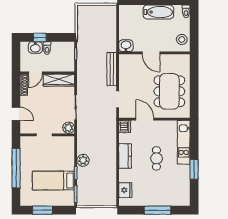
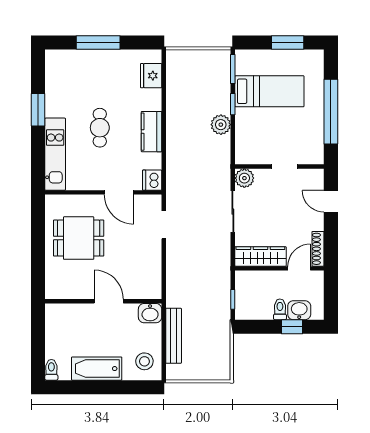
stool: (182, 39) -> (144, 361), moved
bench: (112, 69) -> (174, 336), moved
dining table: (169, 91) -> (79, 238), width x0.73

